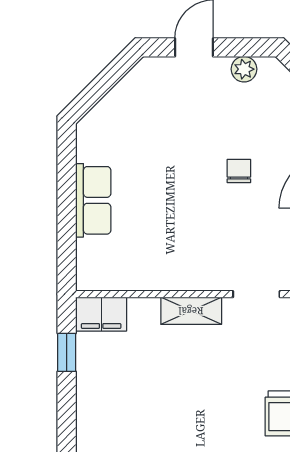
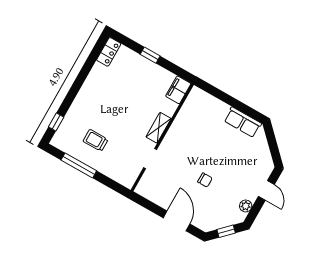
row of seats: (93, 200) -> (243, 122), moved
window: (67, 352) -> (150, 55), moved

